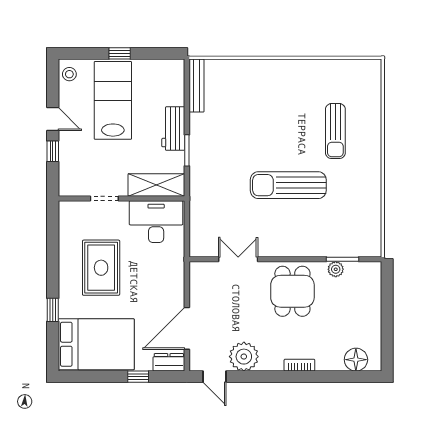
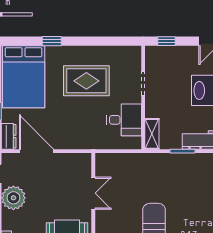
window: (53, 151) -> (167, 41), moved
shelving: (156, 185) -> (152, 134), width x0.67, depth x0.75
desk: (156, 222) -> (124, 120), width x0.73

